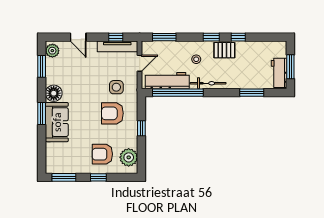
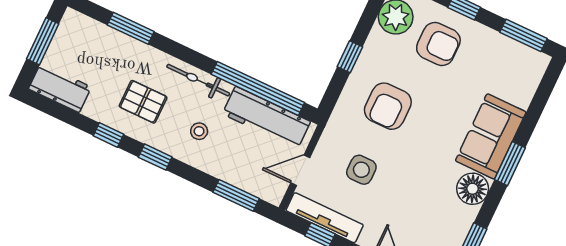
pallet: (224, 50) -> (143, 102), moved
workbench: (279, 73) -> (60, 88), moved, turned -90
side table: (116, 87) -> (361, 170), moved
armchair: (112, 113) -> (388, 106), turned 90

